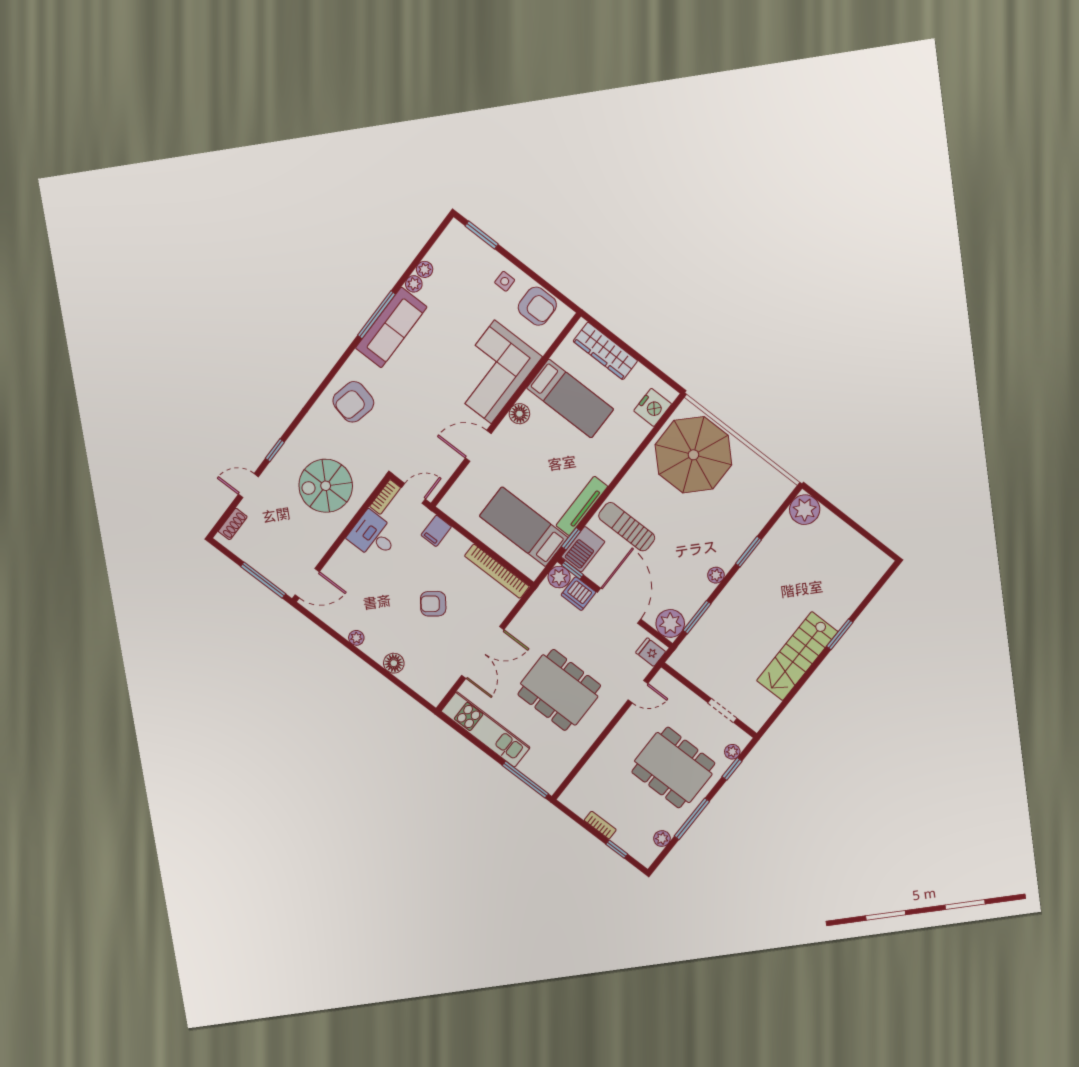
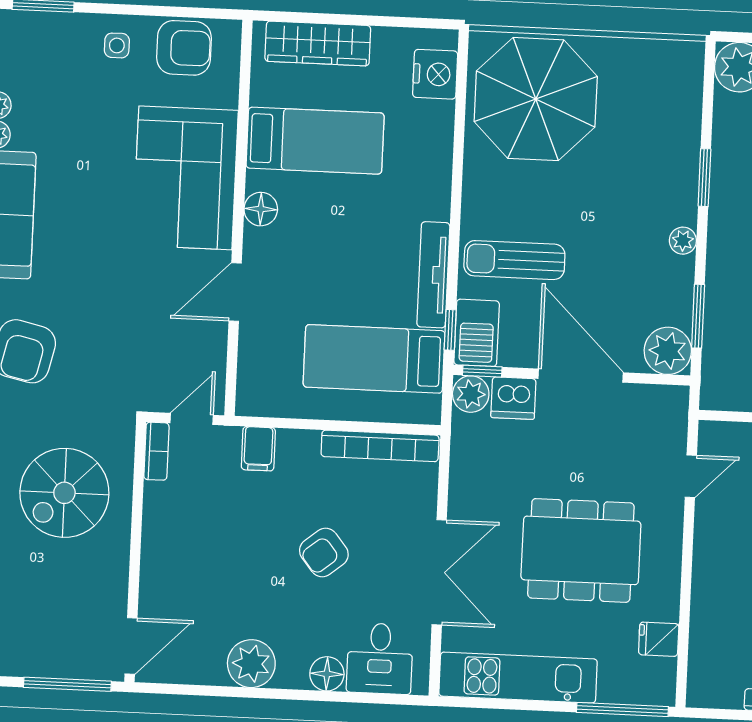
desk: (373, 536) -> (380, 659), moved, turned -90
plant: (356, 638) -> (251, 664), width x1.88, depth x1.88
fridge: (651, 652) -> (659, 639), moved

